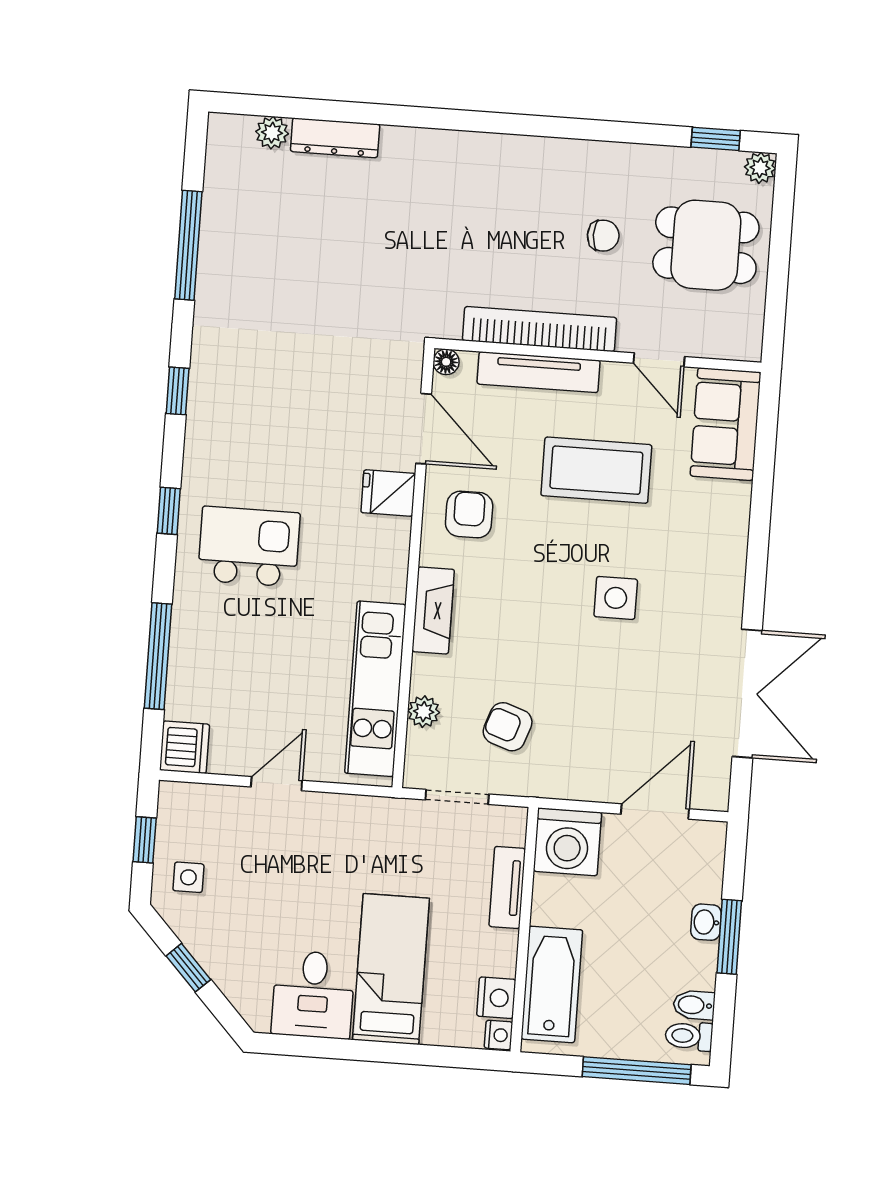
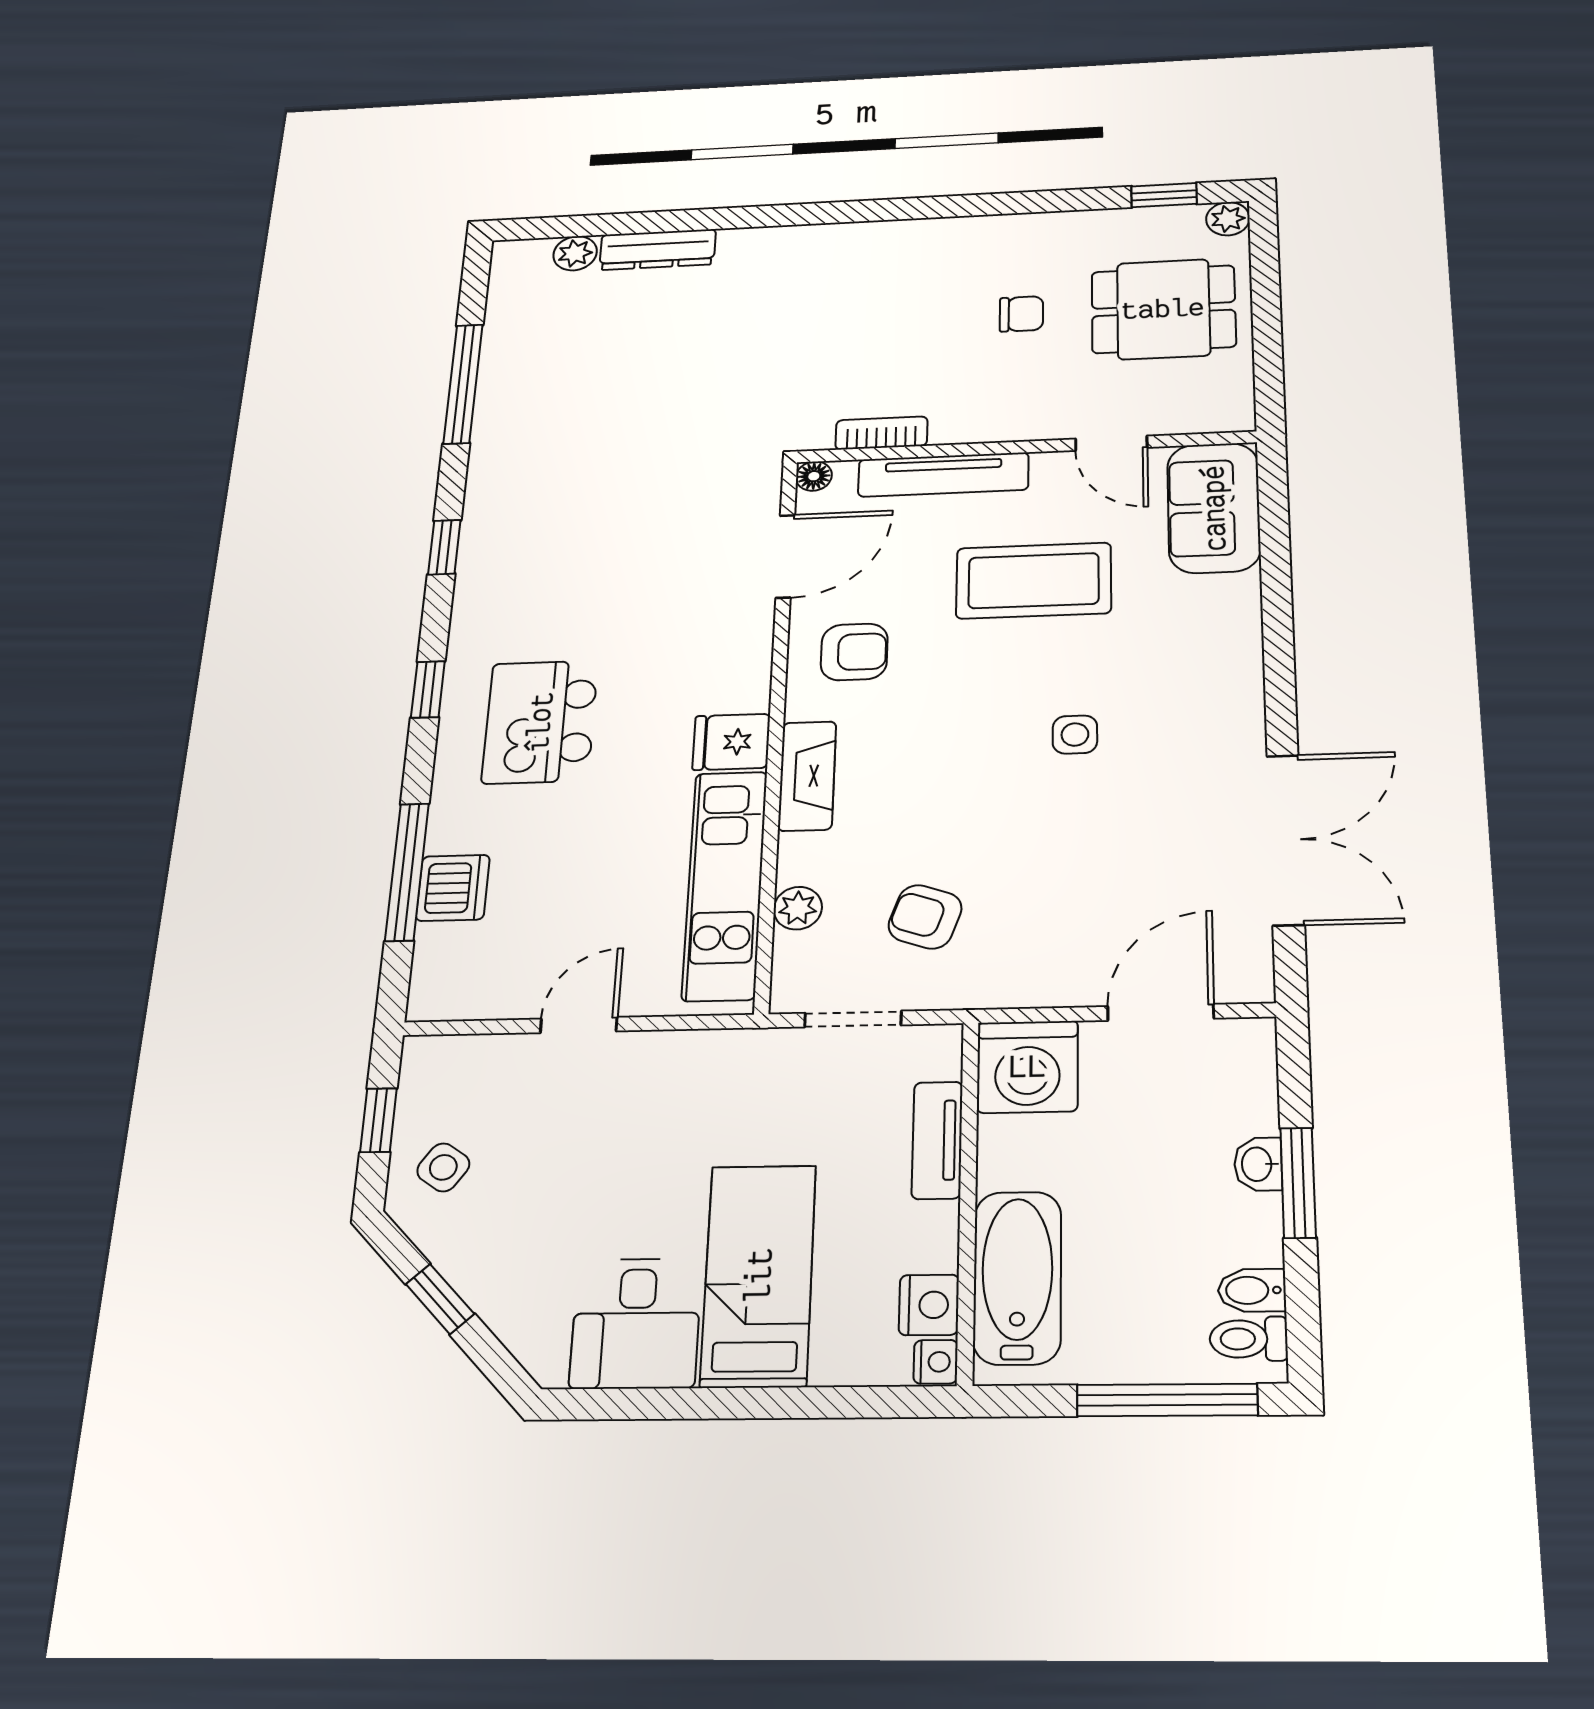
bookcase: (540, 329) -> (881, 433), width x0.43, depth x0.76
door: (424, 429) -> (785, 556), hinge flipped
fridge: (388, 493) -> (731, 742), moved
armchair: (469, 514) -> (854, 652), turned 90
kitchen island: (249, 547) -> (540, 722), turned -90
side table: (616, 598) -> (1075, 735), width x0.73, depth x0.73
dishwasher: (185, 747) -> (453, 888), moved
side table: (188, 877) -> (443, 1167), turned 35

